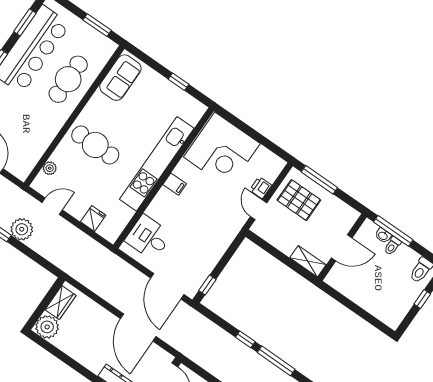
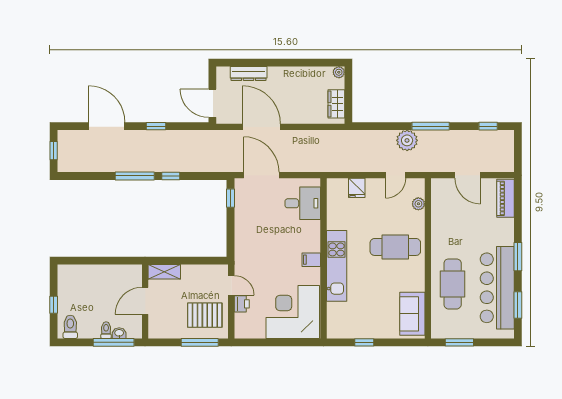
kitchen unit: (157, 164) -> (337, 266), width x0.73
plant: (47, 327) -> (339, 72), width x0.53, depth x0.53

